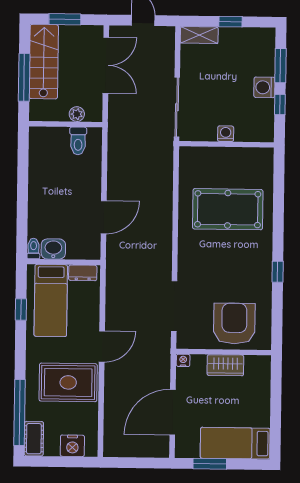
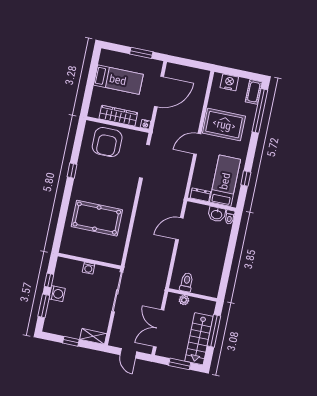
wardrobe: (225, 365) -> (118, 116), width x1.50
bed: (235, 443) -> (118, 80), moved

